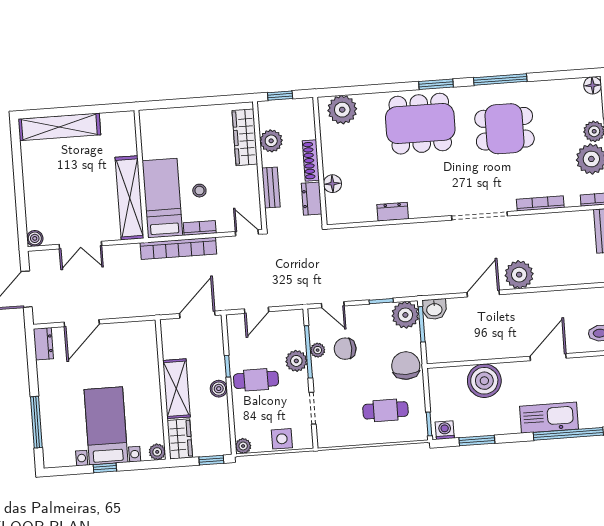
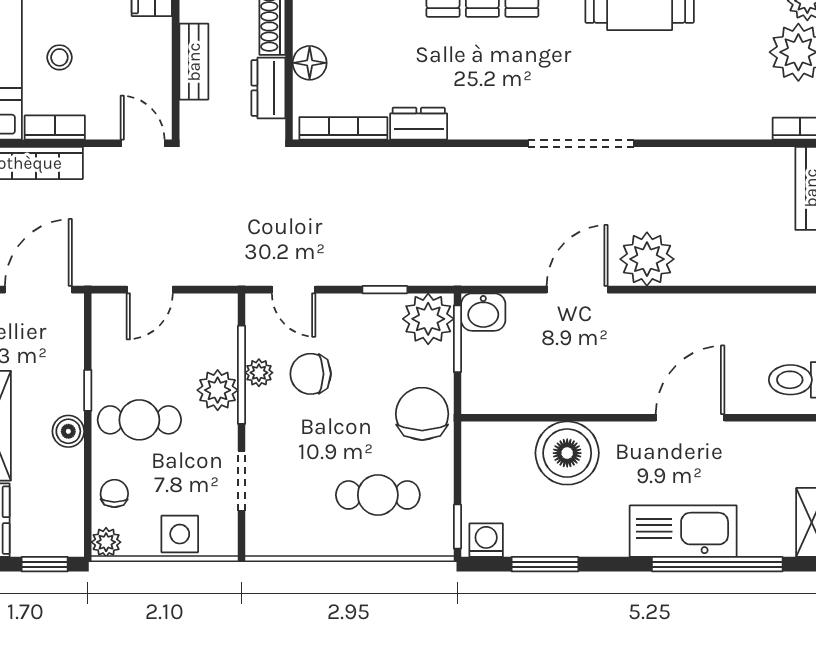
bookcase: (540, 203) -> (343, 128), moved
chair: (246, 420) -> (114, 493), added

